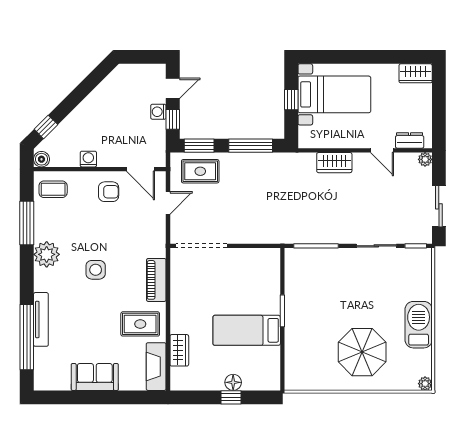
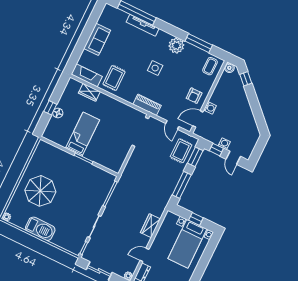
washing machine: (88, 159) -> (210, 108), moved
piano: (156, 280) -> (147, 105), moved

